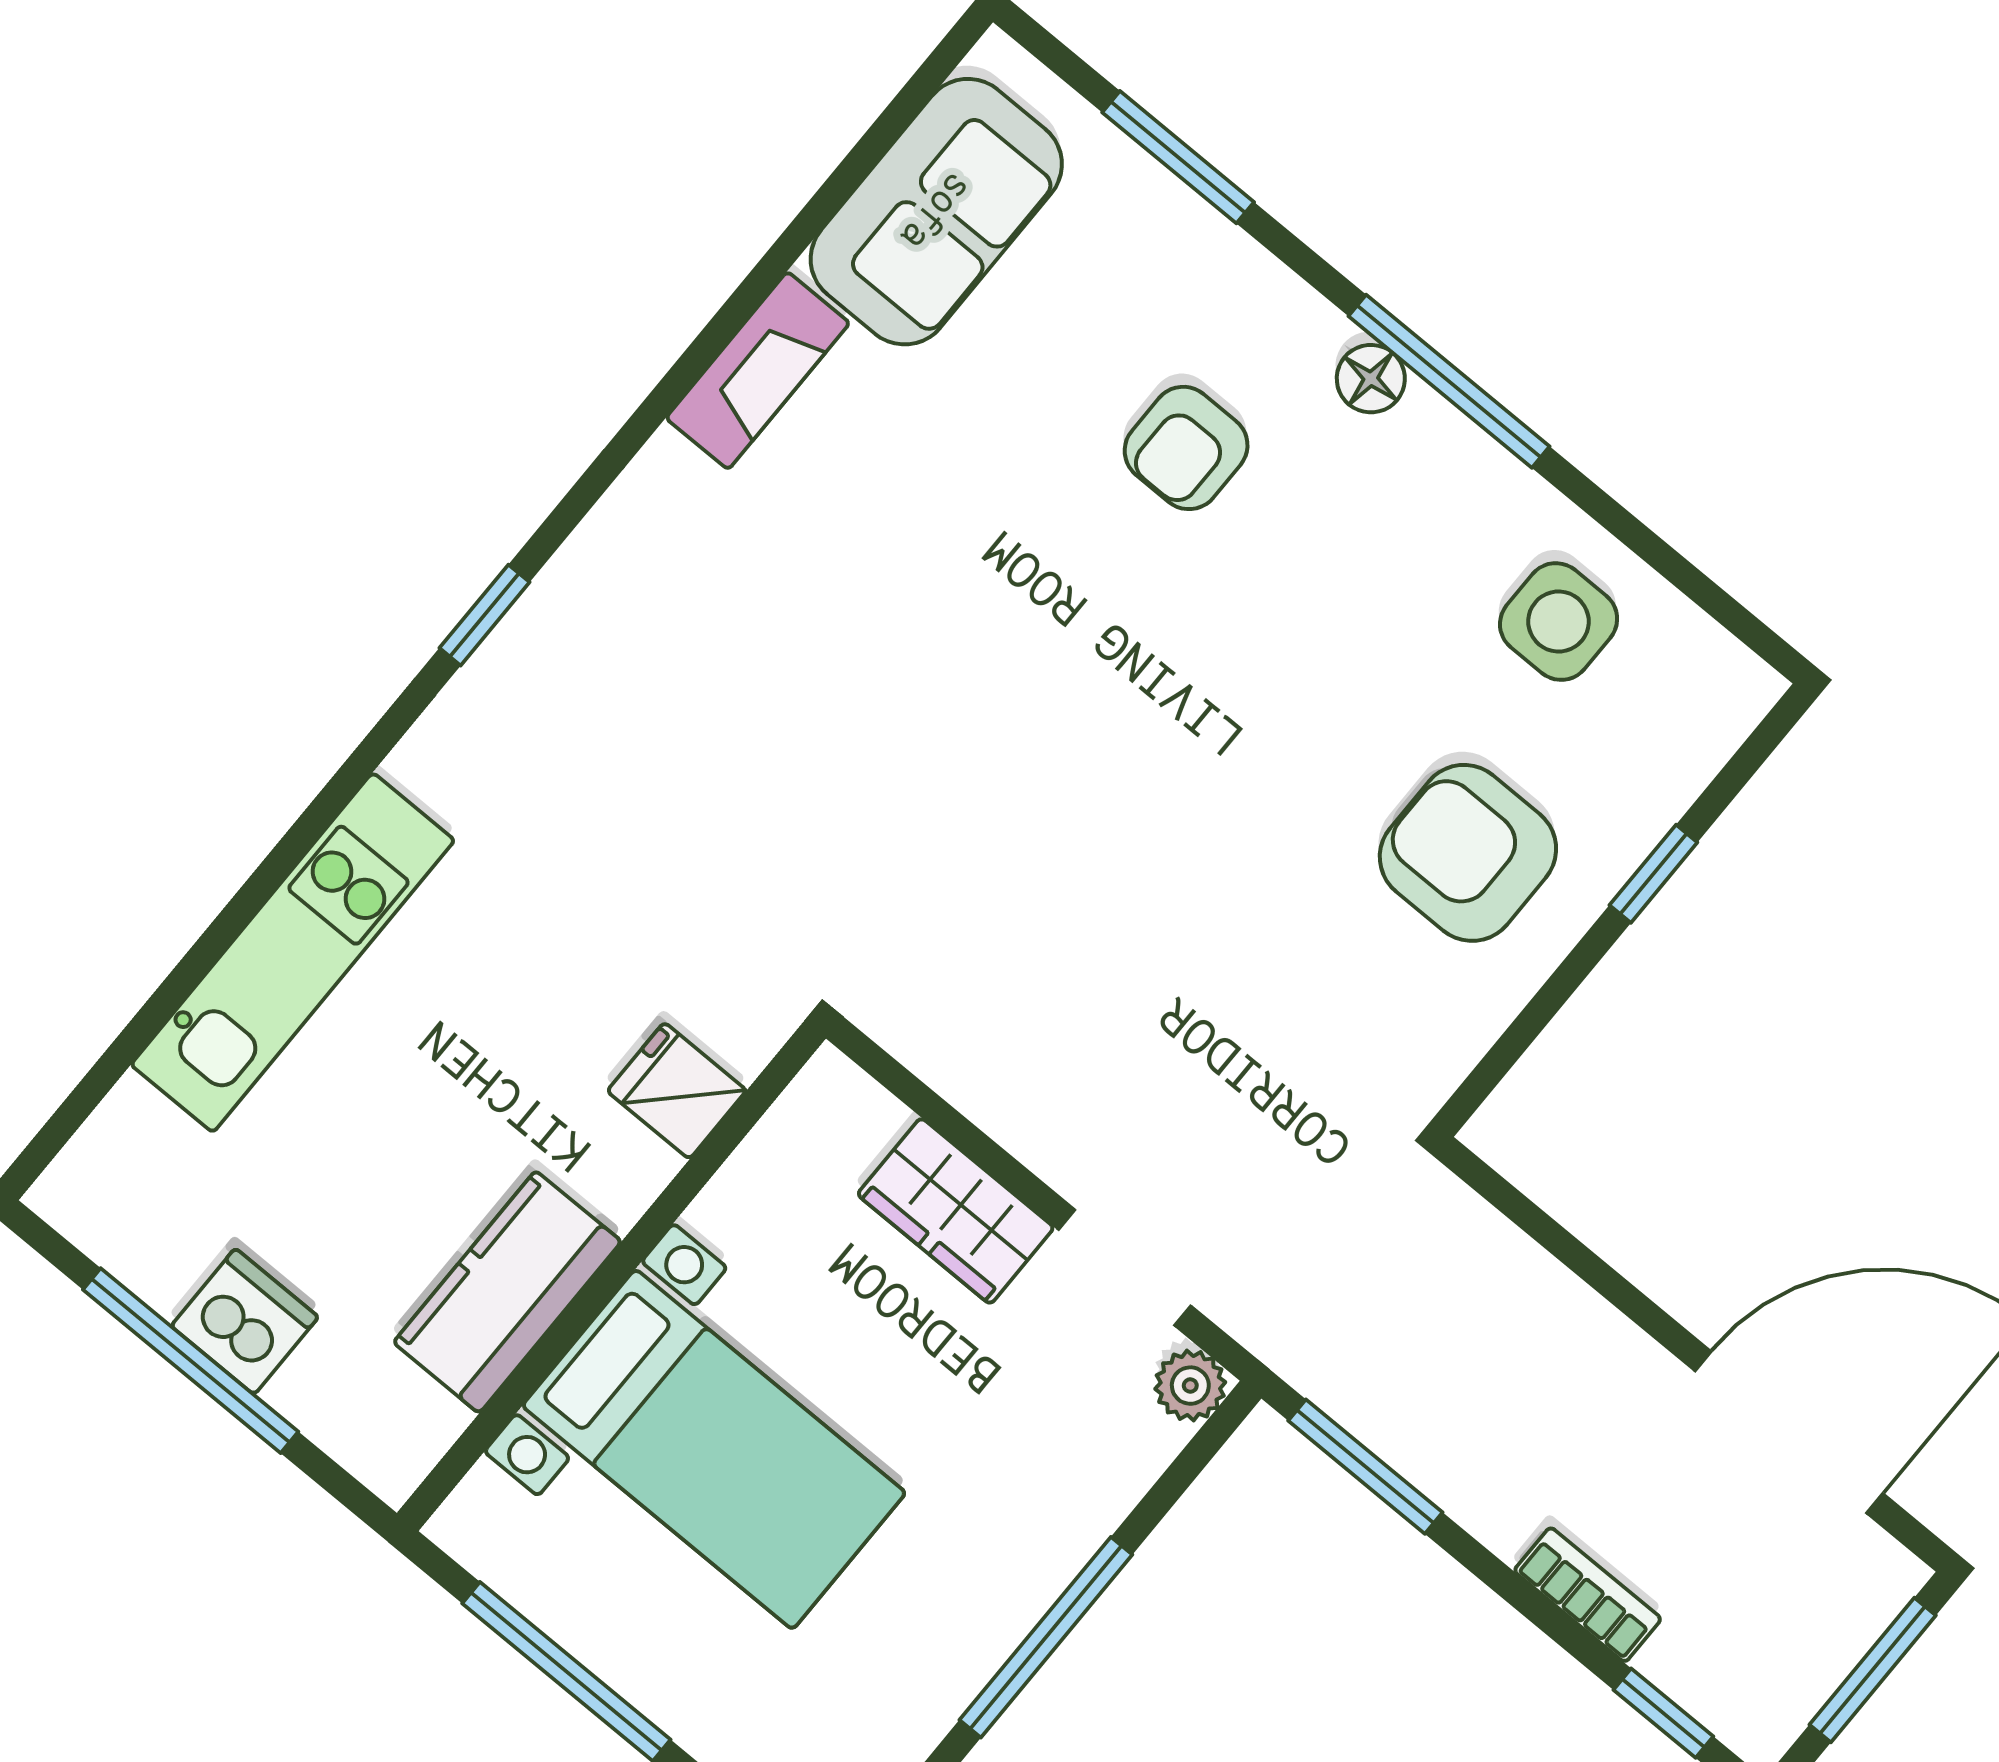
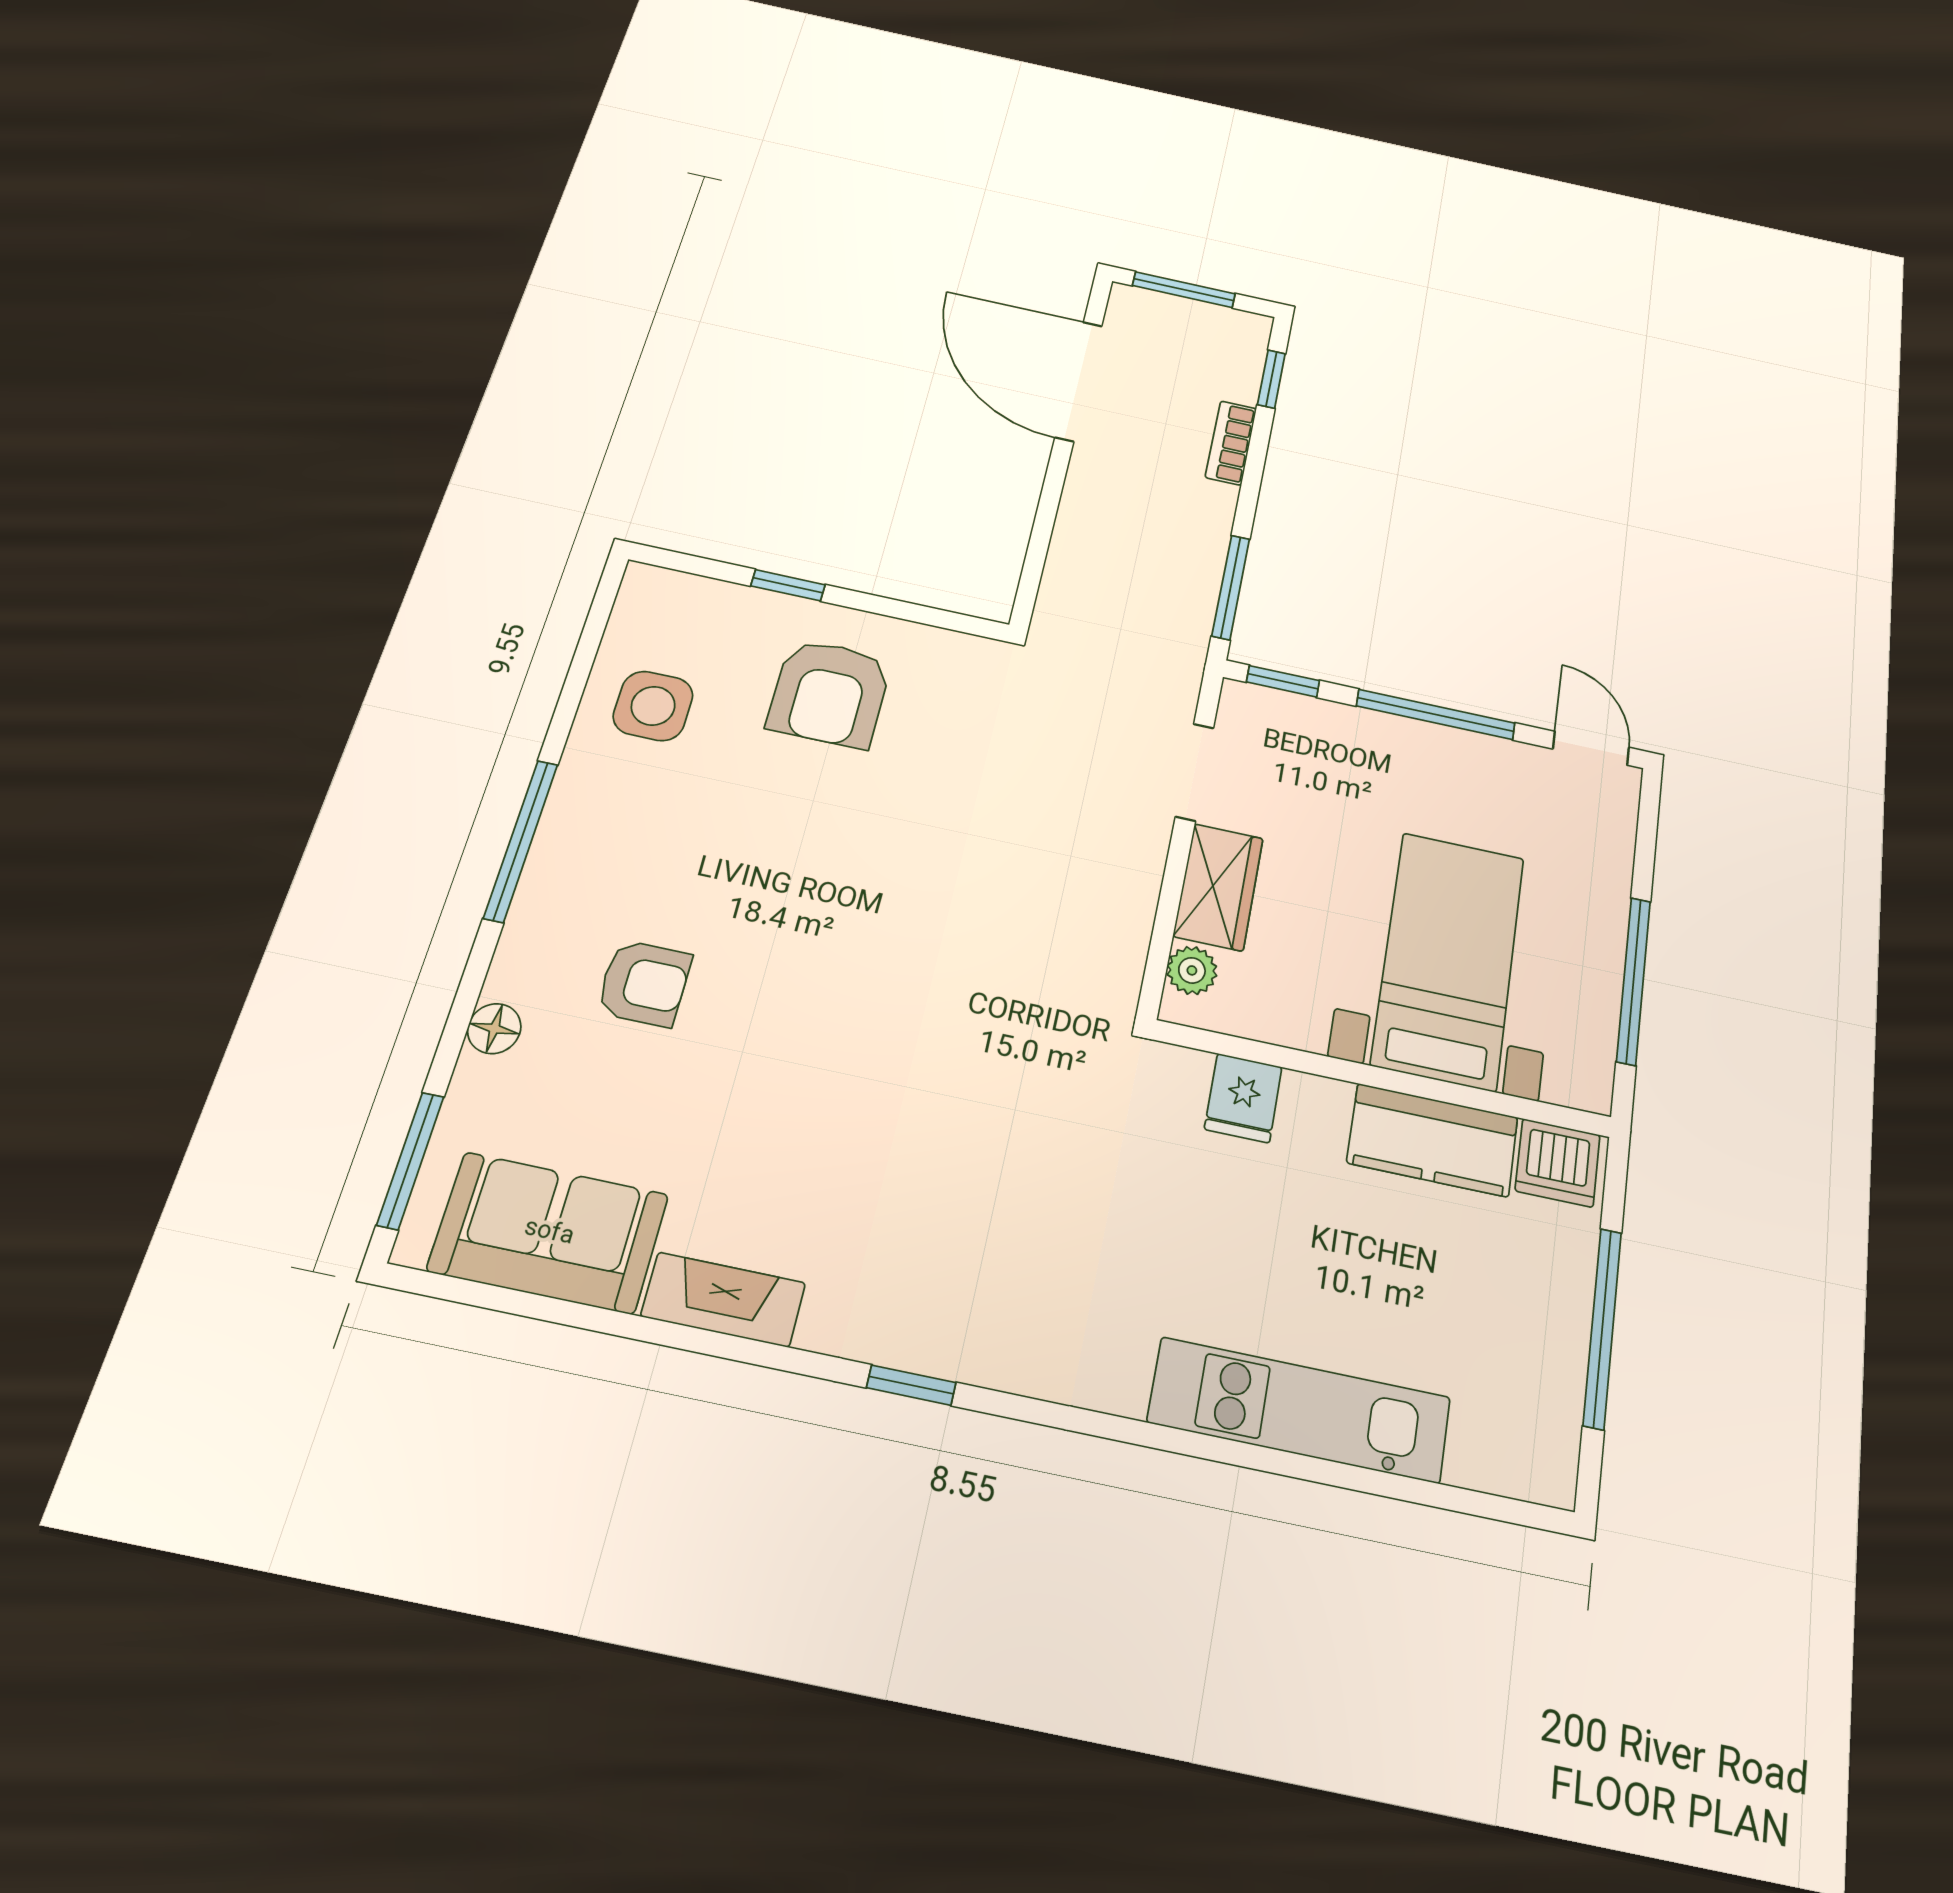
window: (1178, 157) -> (410, 1160), moved
floor lamp: (1371, 379) -> (494, 1029), moved
window: (484, 615) -> (911, 1385), moved
dishwasher: (245, 1321) -> (1558, 1163), moved, turned -90
plant: (1190, 1386) -> (1192, 970), moved
window: (1194, 1458) -> (1283, 681), added

